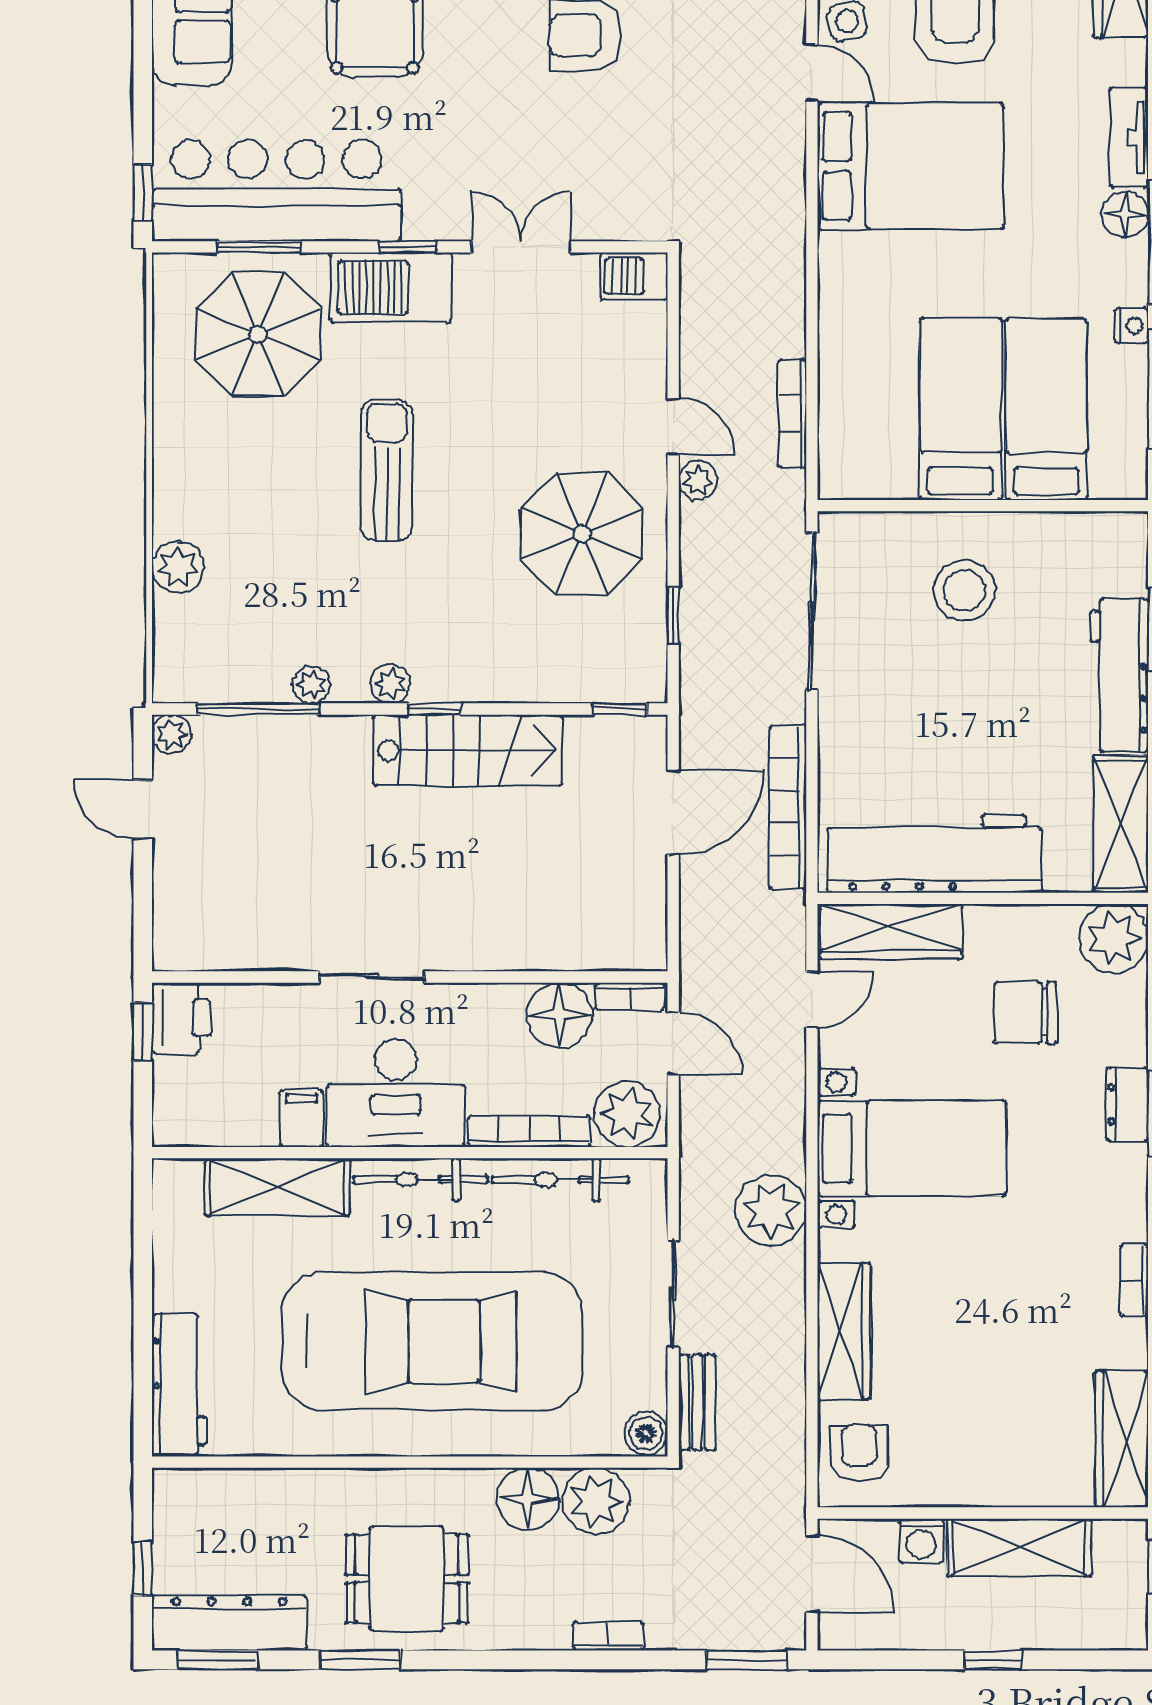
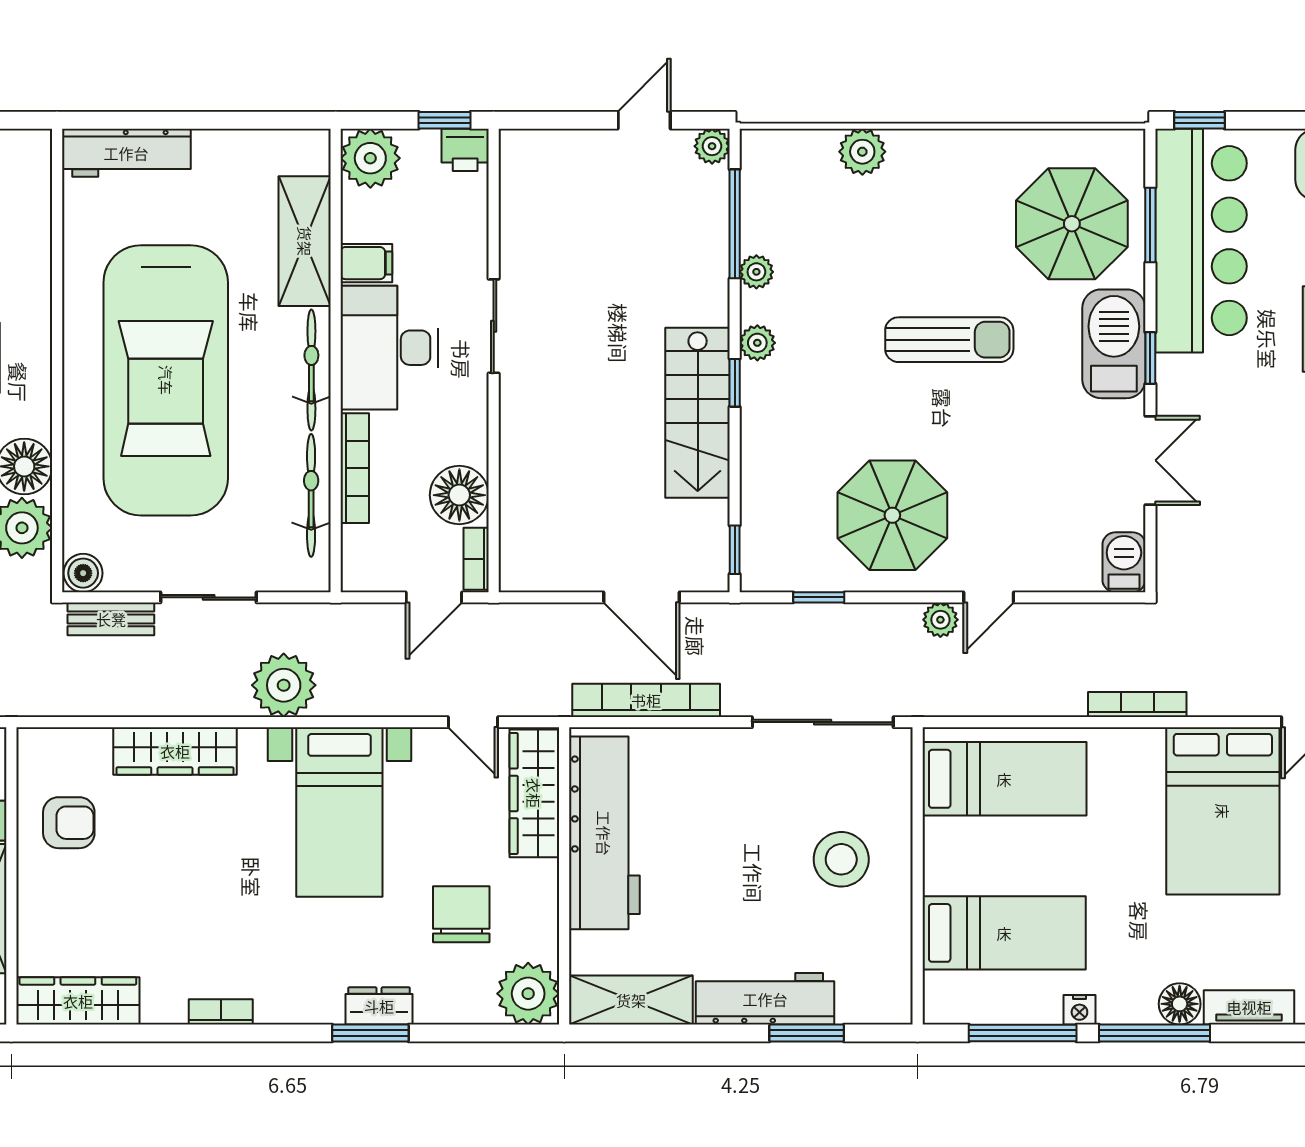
bed: (961, 409) -> (1004, 779), moved
bookcase: (792, 413) -> (1137, 705), moved
printer: (181, 1018) -> (465, 150), width x0.73, depth x0.81
plant: (627, 1114) -> (370, 158), moved
armchair: (860, 1453) -> (69, 823), moved

